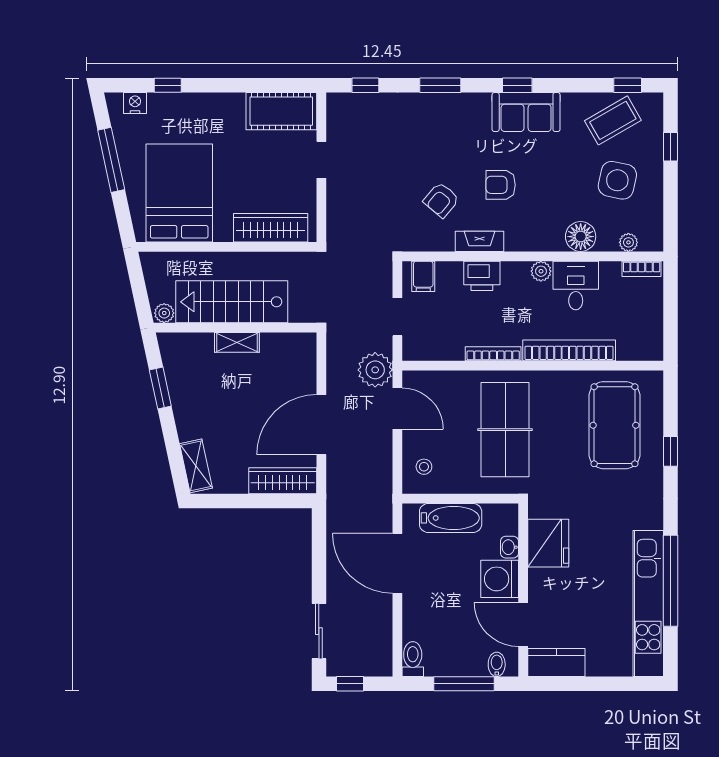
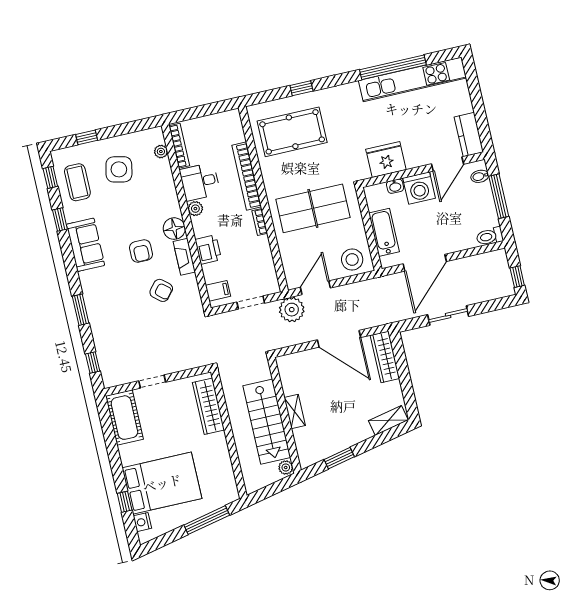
window: (517, 85) -> (60, 219), moved
coffee table: (613, 120) -> (77, 182), turned 30
window: (111, 160) -> (207, 520), moved
bed: (179, 193) -> (162, 483), moved, turned 180
floor lamp: (581, 237) -> (174, 229), moved
bookcase: (642, 269) -> (179, 146), width x1.56
bookcase: (493, 354) -> (260, 222), width x0.64
stool: (424, 467) -> (352, 260), width x1.89, depth x1.89
sliding door: (319, 631) -> (448, 316), moved

